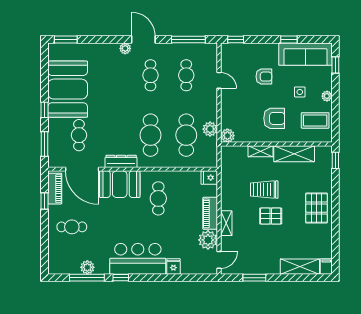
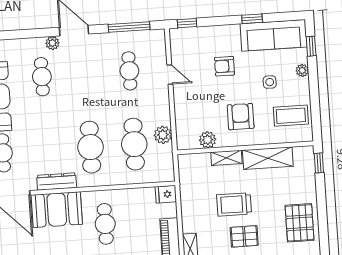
cafe table: (150, 75) -> (42, 77), moved
armchair: (264, 77) -> (224, 66), turned 180
plant: (327, 96) -> (302, 70), moved
armchair: (274, 118) -> (241, 117), turned -90
plant: (227, 136) -> (208, 140), moved

